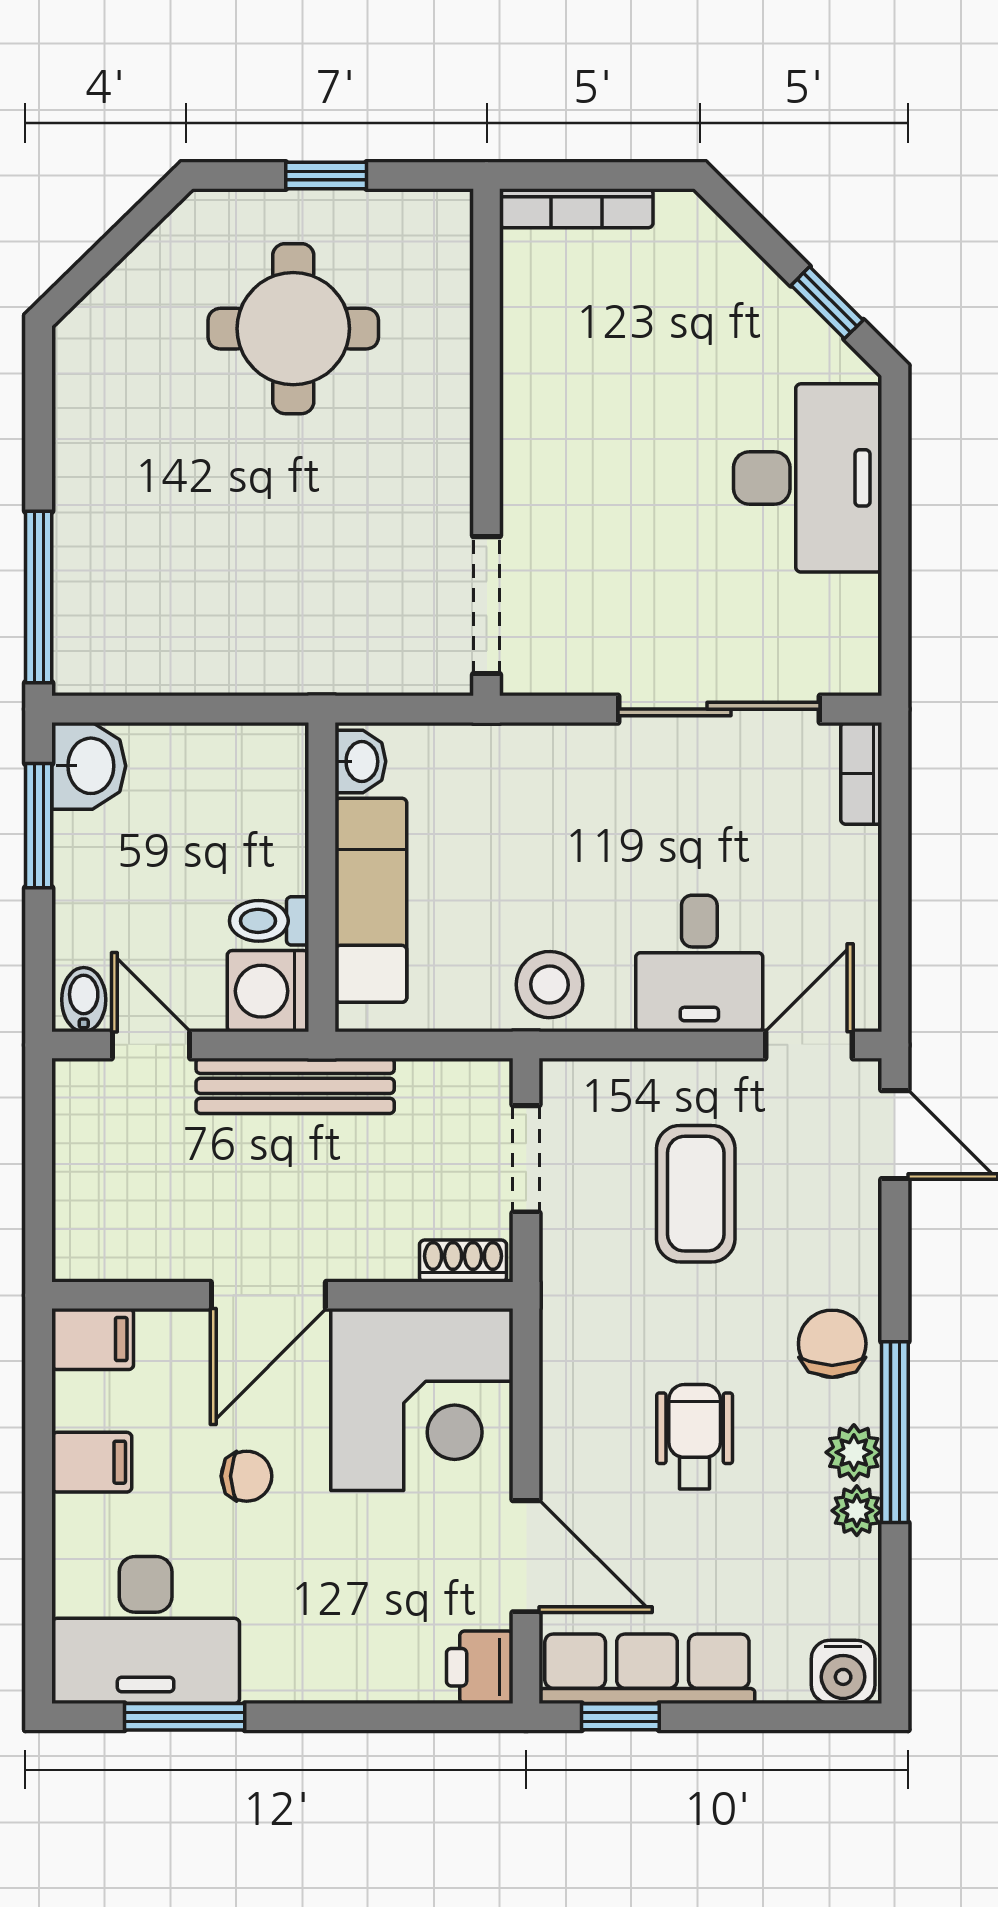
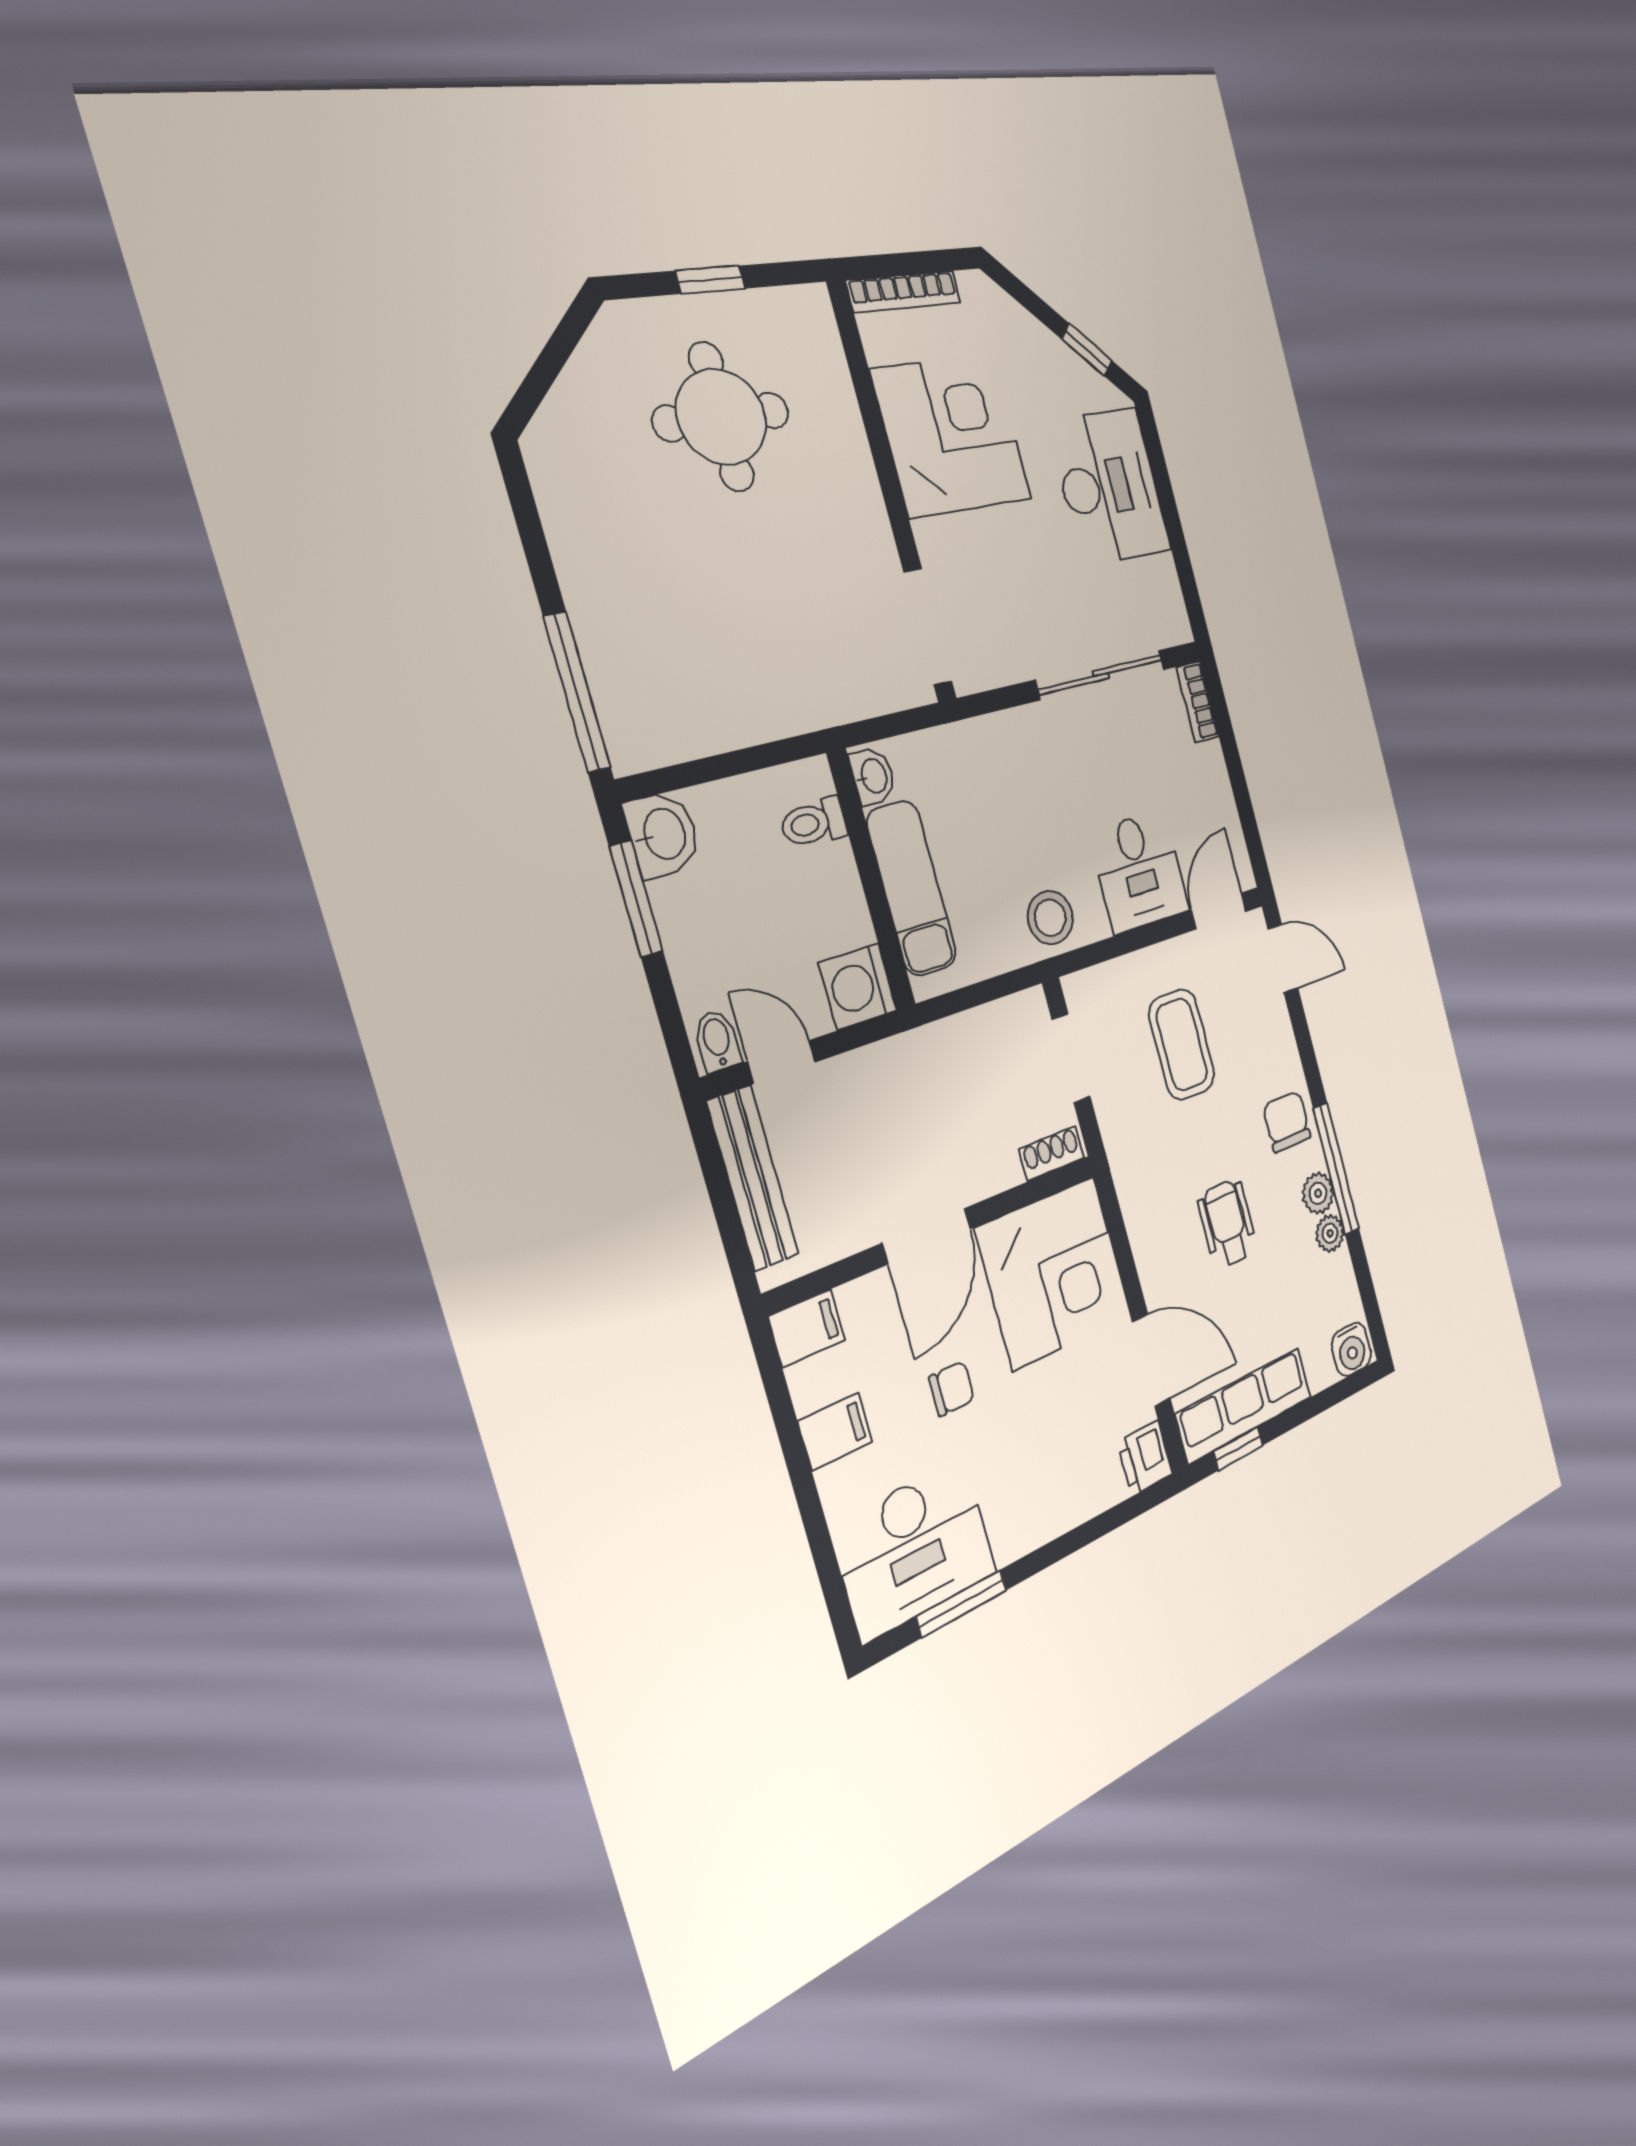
corner desk: (591, 385) -> (952, 435), added
toilet: (269, 921) -> (813, 823), moved
bench: (295, 1086) -> (753, 1178), moved, turned 90

